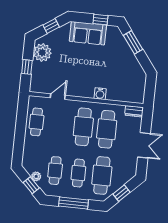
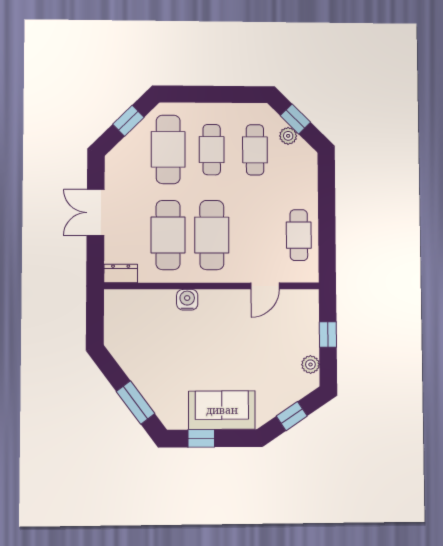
plant: (42, 53) -> (310, 365), width x0.53, depth x0.53
window: (73, 203) -> (215, 94), removed

